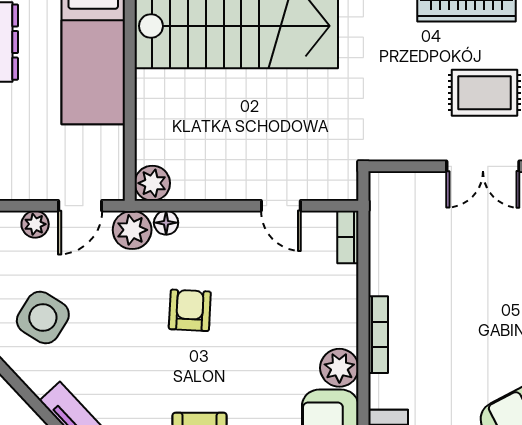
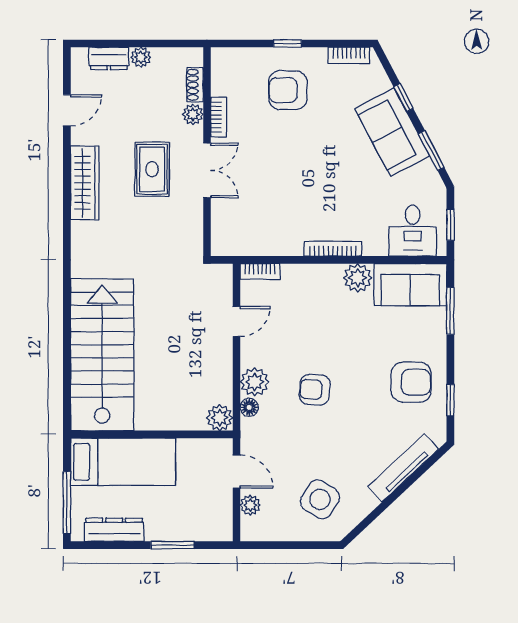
plant: (132, 230) -> (255, 382), moved

